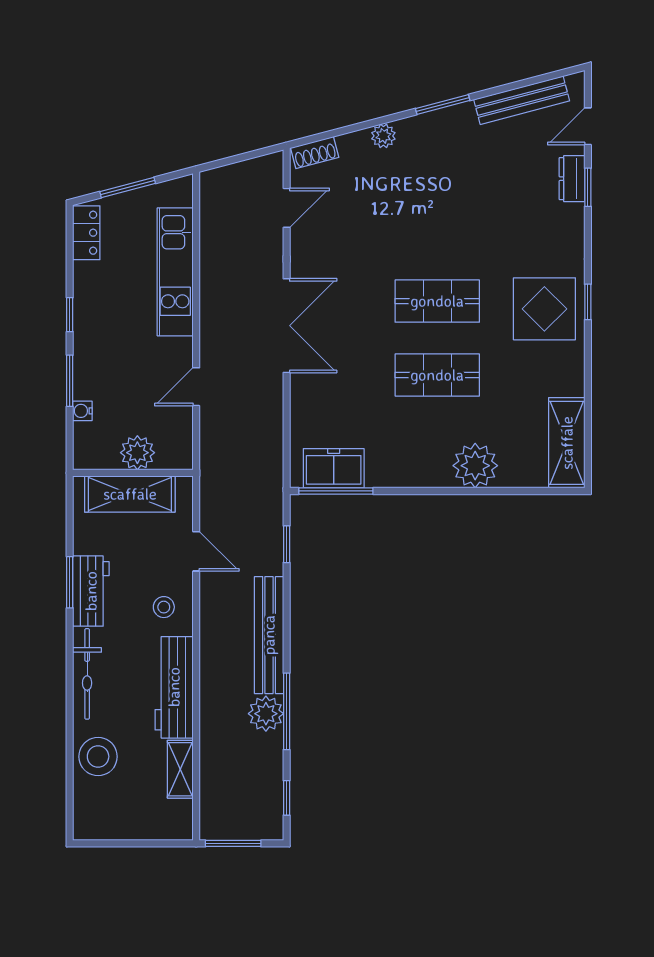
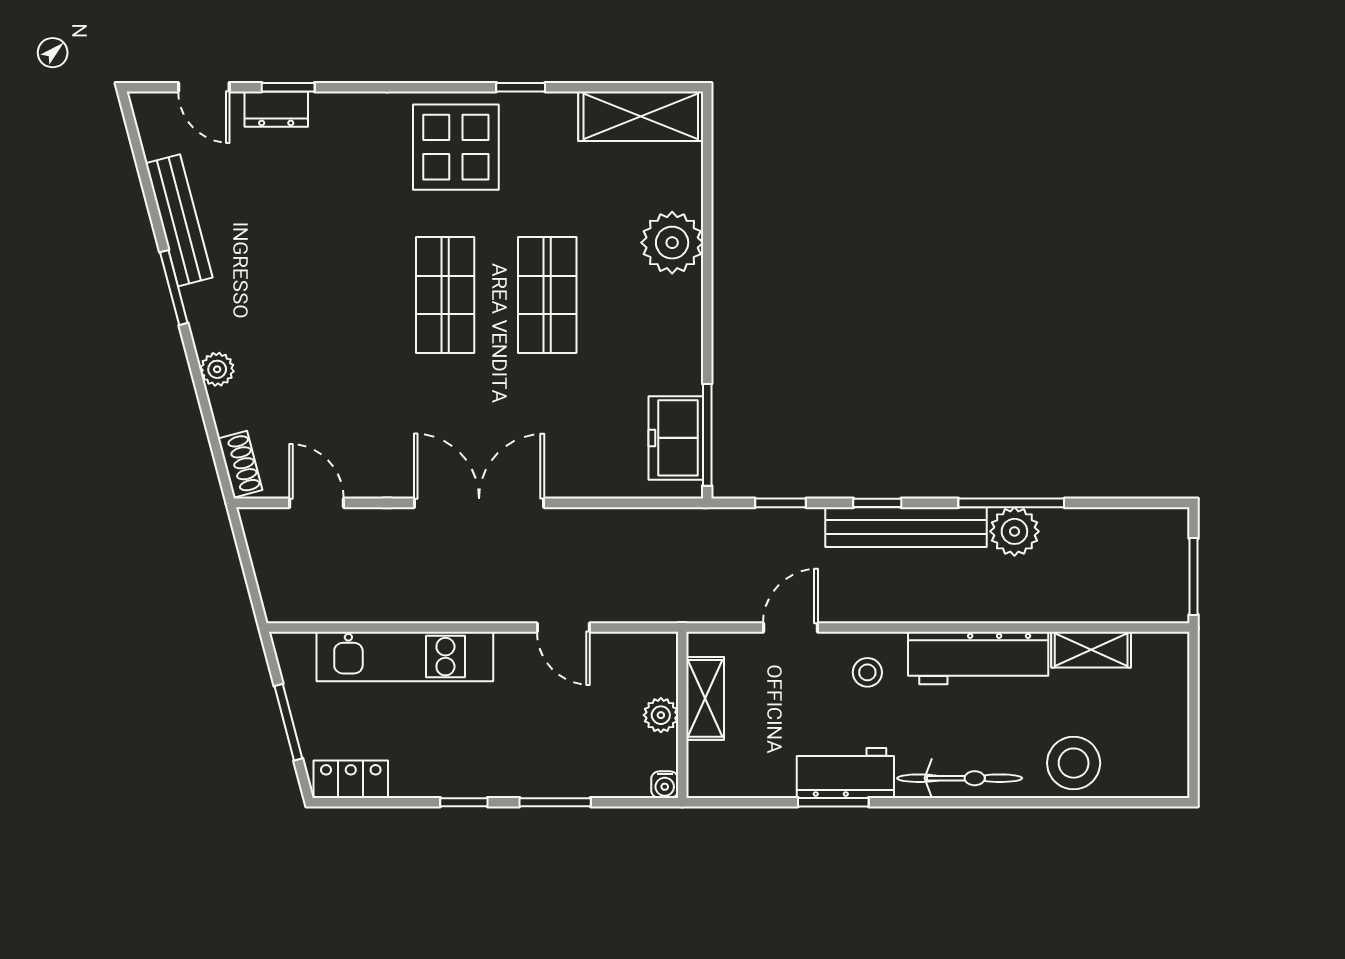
bench: (522, 100) -> (179, 220), moved
window: (588, 302) -> (521, 87), moved
water cooler: (82, 411) -> (665, 785), moved
plant: (137, 453) -> (661, 715), width x0.73, depth x0.73
shelving: (130, 494) -> (705, 698), width x0.67, depth x0.75
window: (287, 798) -> (877, 503), moved

